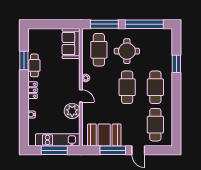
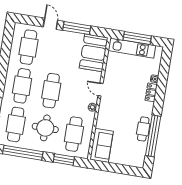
window: (104, 24) -> (64, 160), width x0.69
cafe table: (155, 50) -> (16, 124), added
window: (24, 60) -> (153, 136), width x2.11
locker: (33, 90) -> (151, 92), moved
plant: (72, 111) -> (112, 76), removed
booth: (104, 135) -> (94, 53), moved, turned 90

